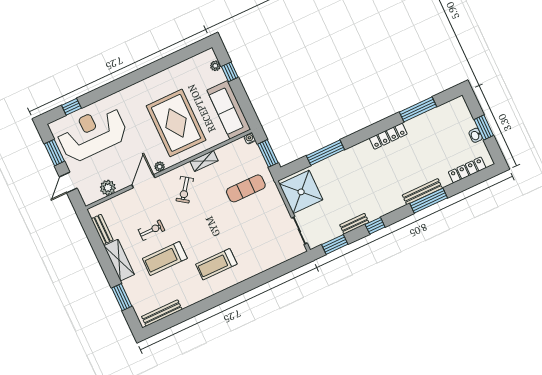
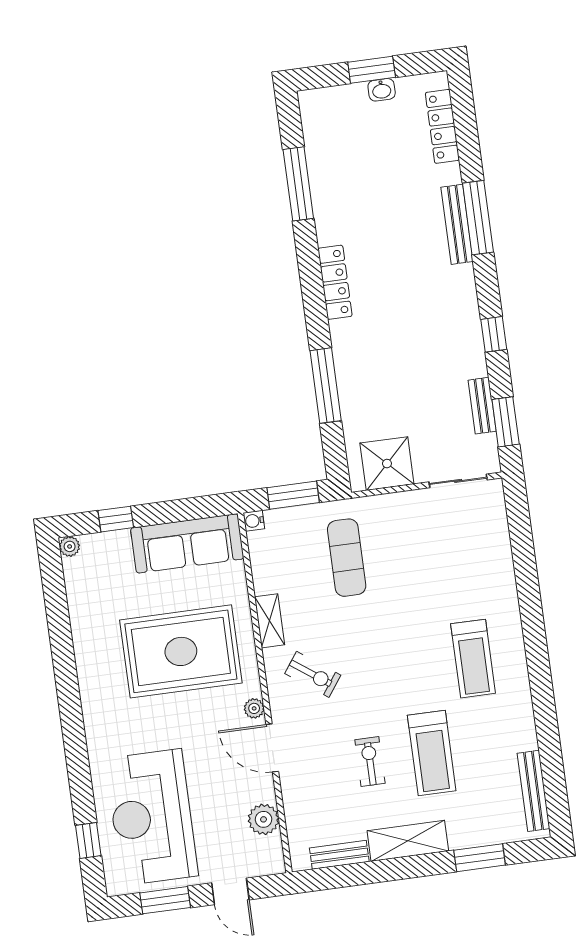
plant: (215, 66) -> (70, 546), moved
locker: (388, 136) -> (335, 282), moved
shower: (301, 192) -> (387, 464), width x0.73, depth x0.73
bench: (354, 224) -> (482, 406), moved

